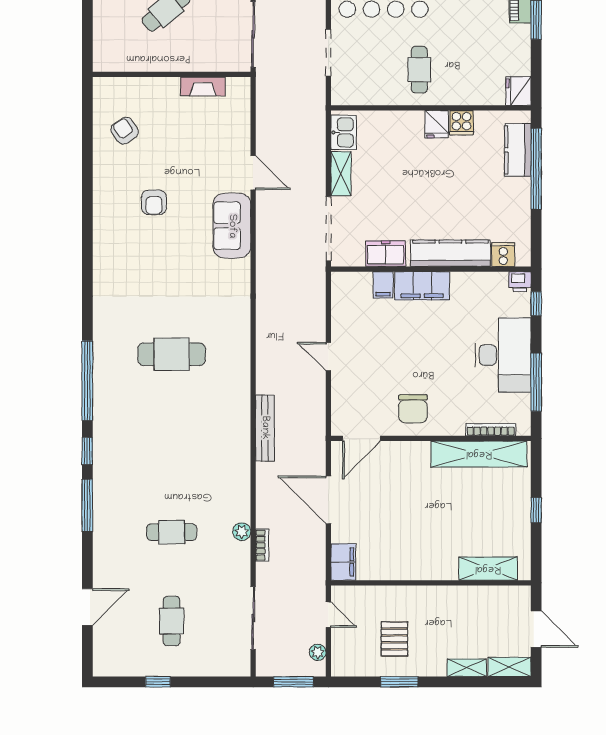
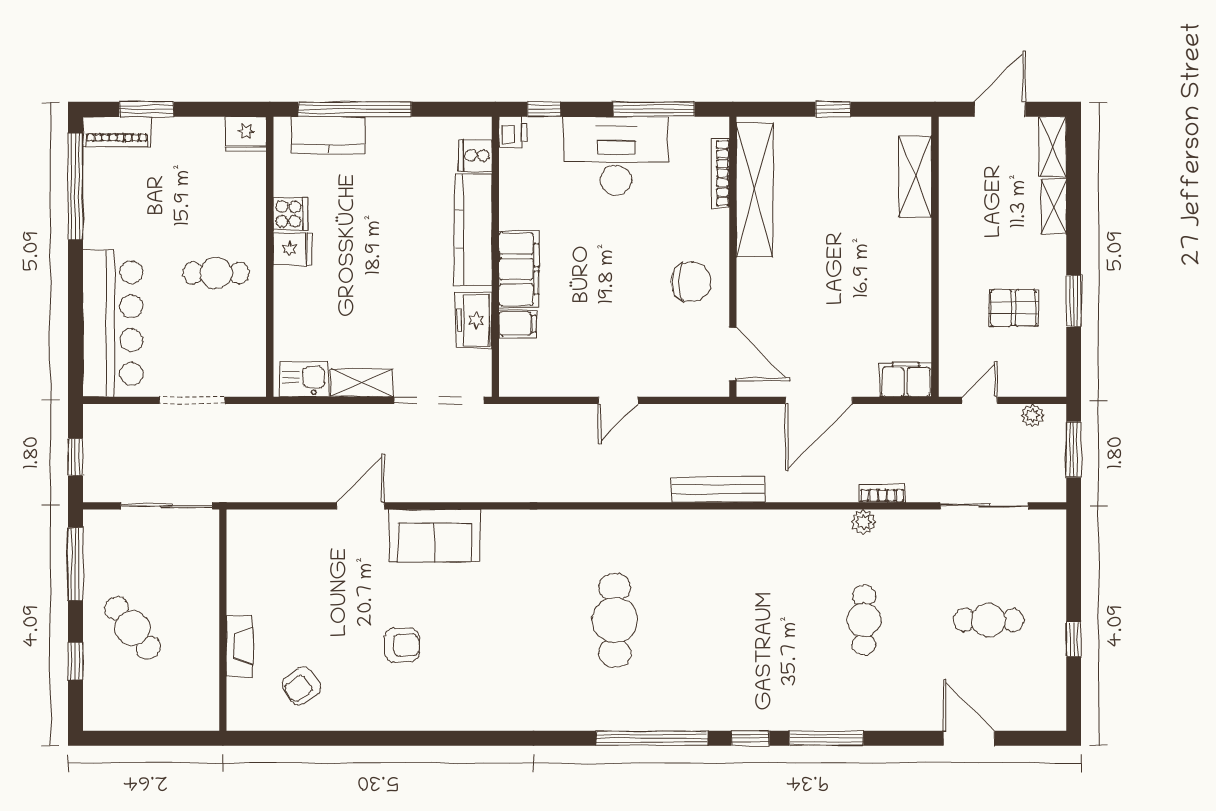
fireplace: (203, 86) -> (240, 646), moved

